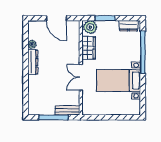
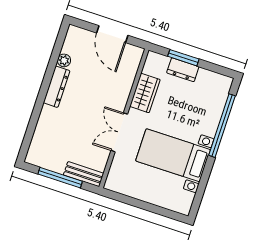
dresser: (129, 26) -> (183, 70), moved
plant: (90, 27) -> (157, 63), removed

